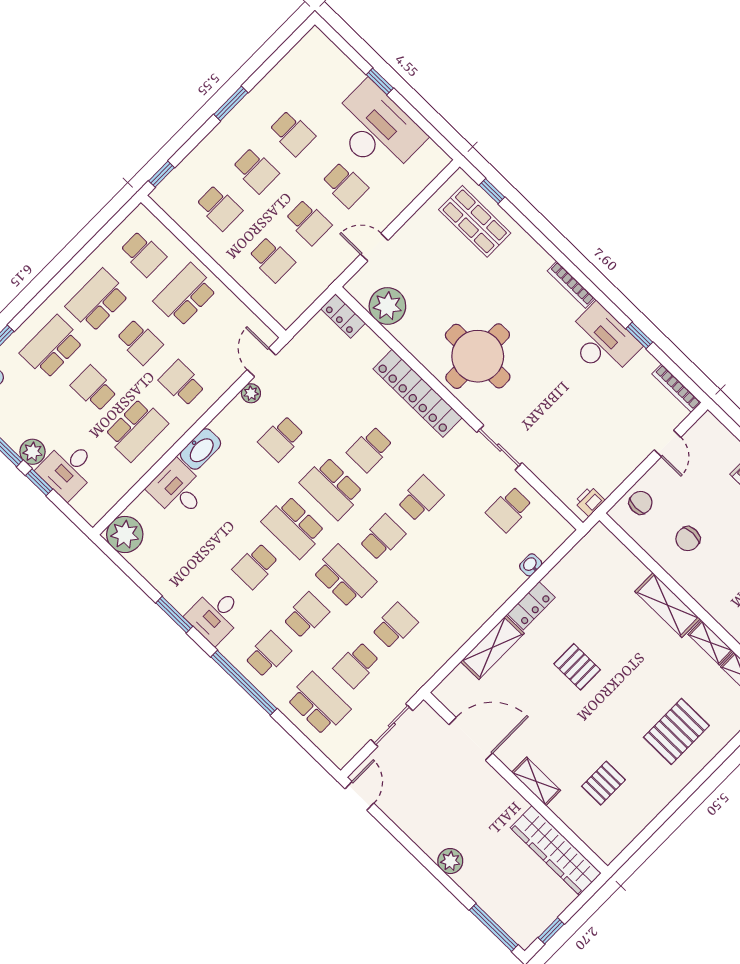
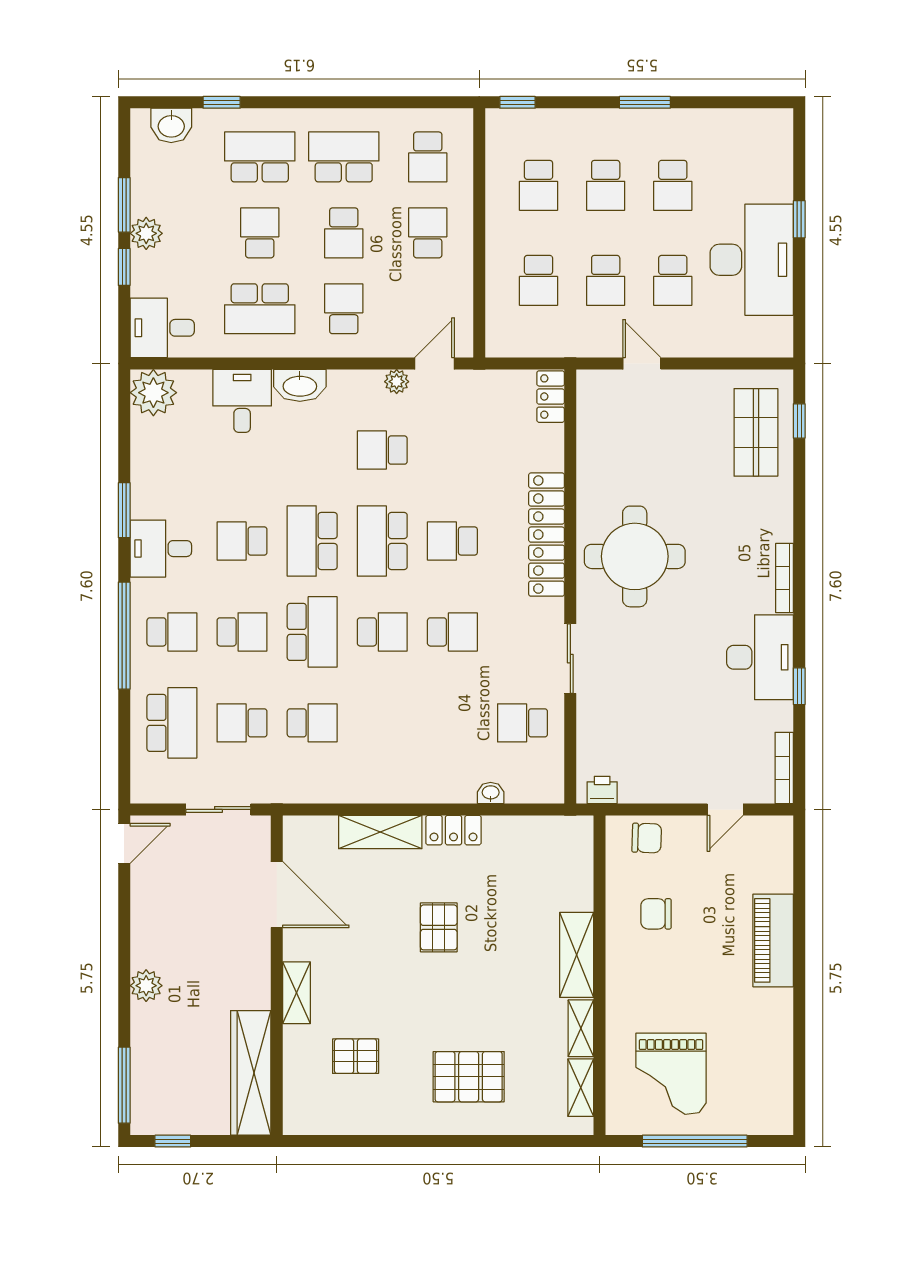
school desk: (185, 295) -> (428, 233), width x0.54
plant: (387, 306) -> (600, 428), removed
desk: (68, 469) -> (162, 328), moved

